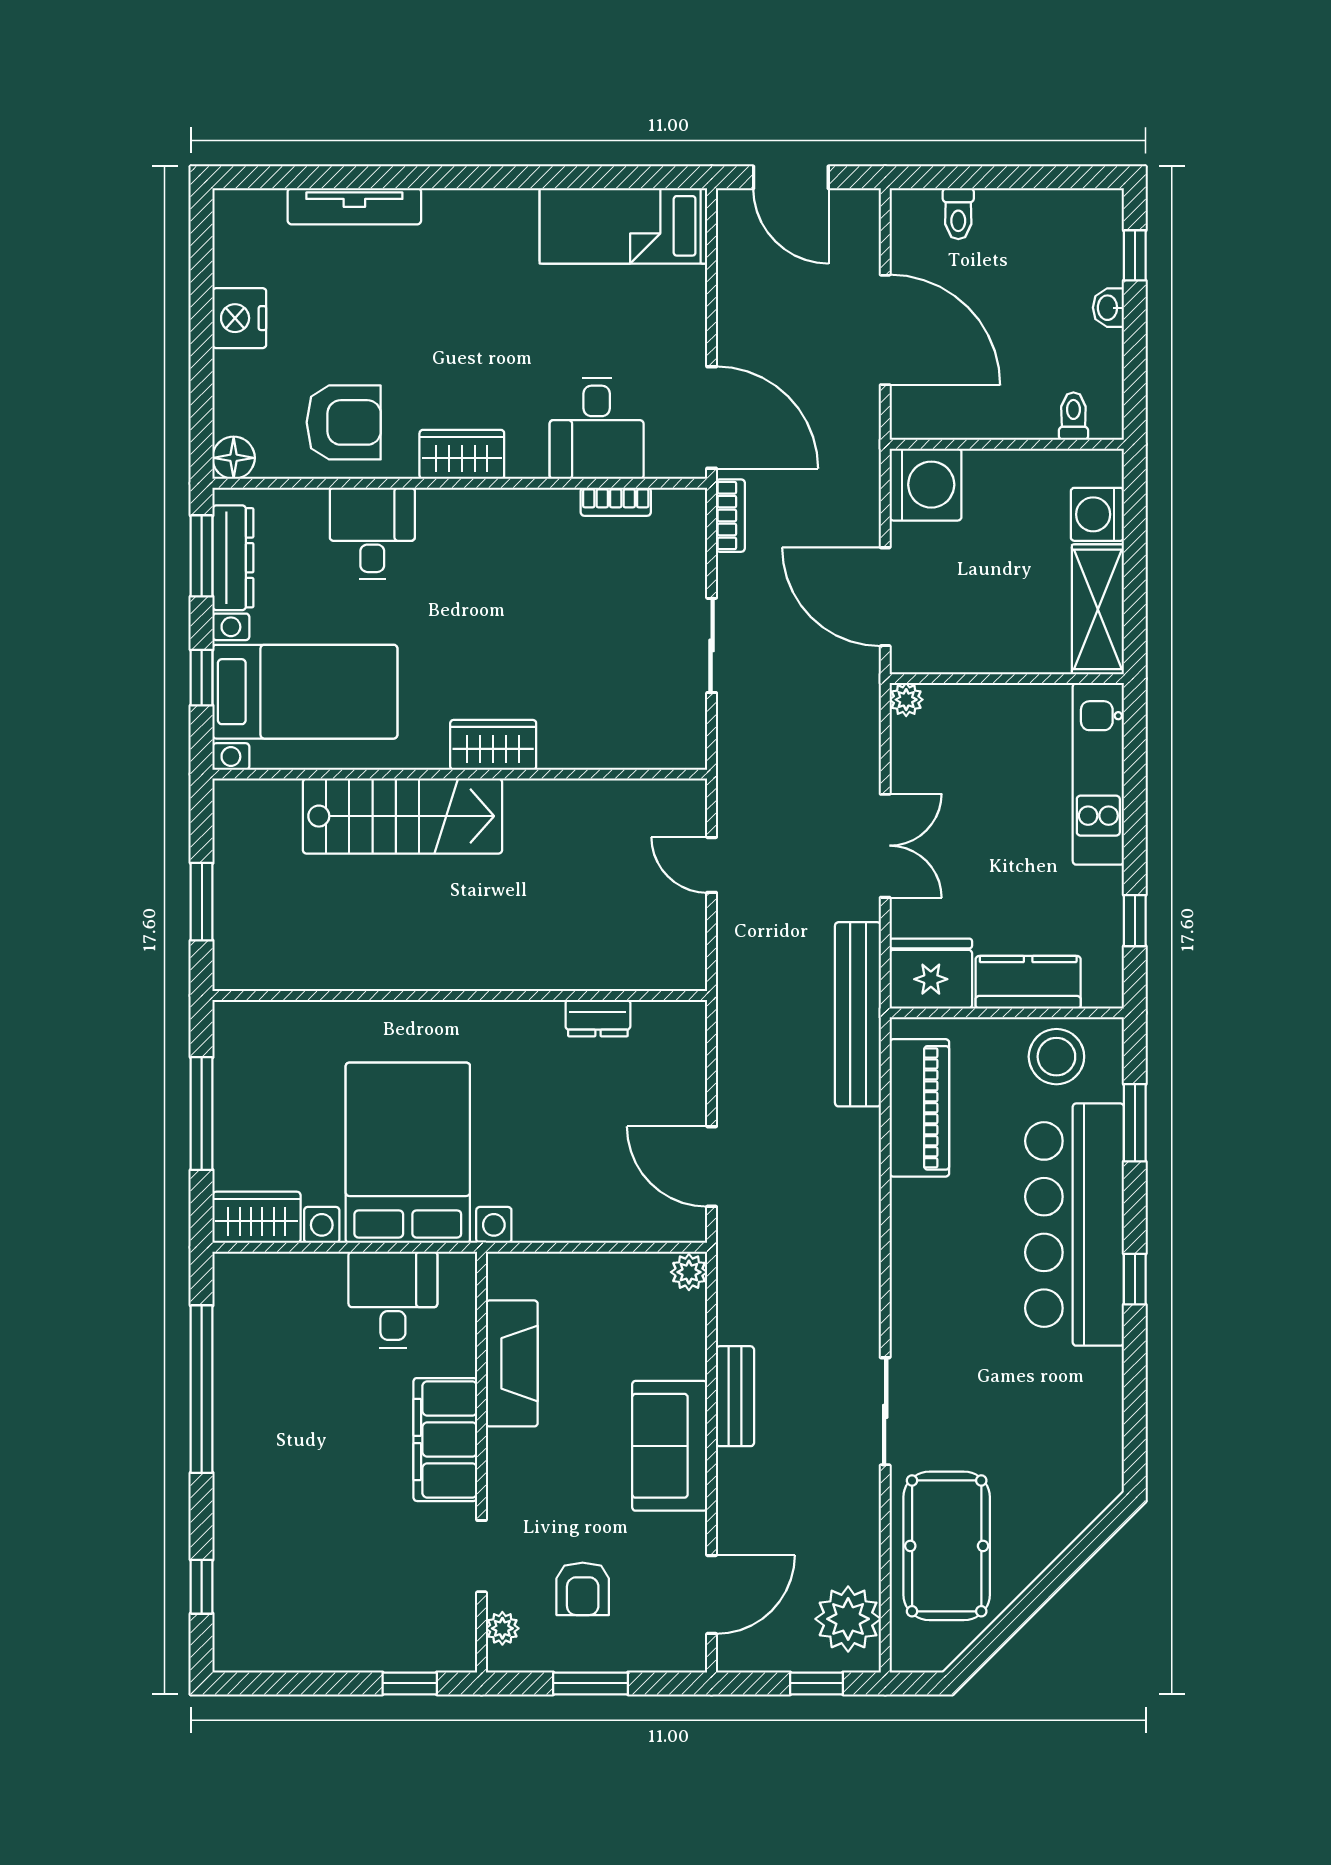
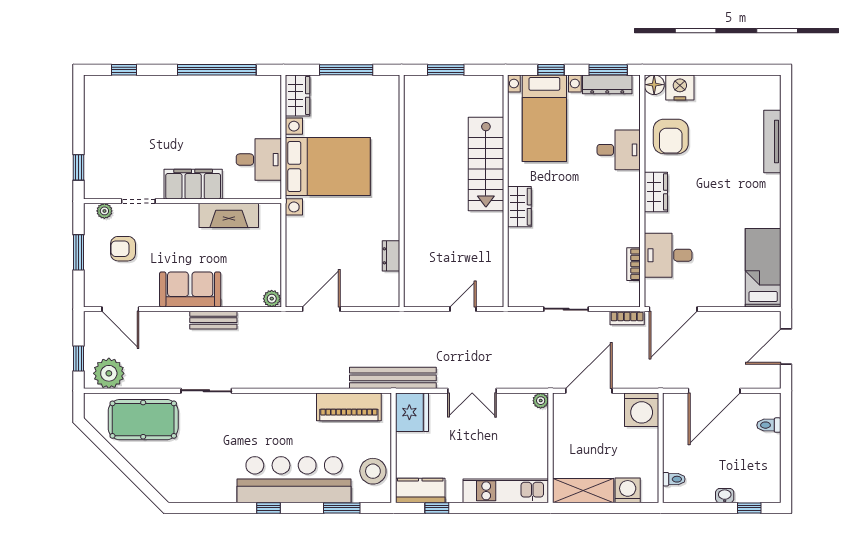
nightstand: (239, 318) -> (680, 87), moved
kitchen counter: (1028, 982) -> (420, 491), moved, turned -90

